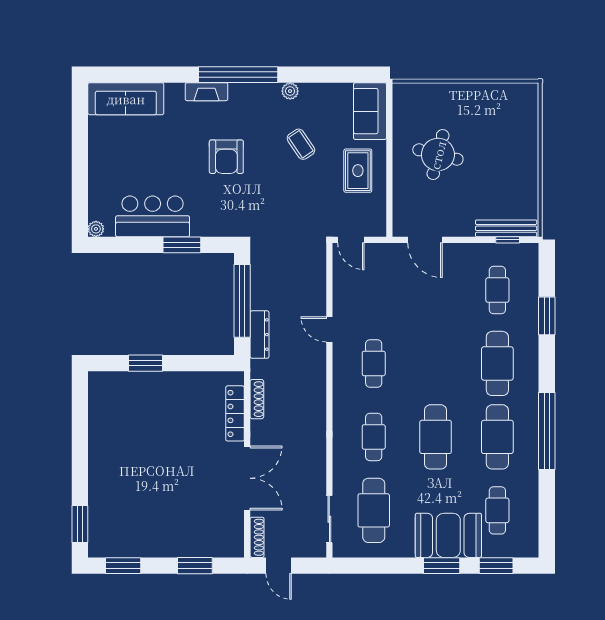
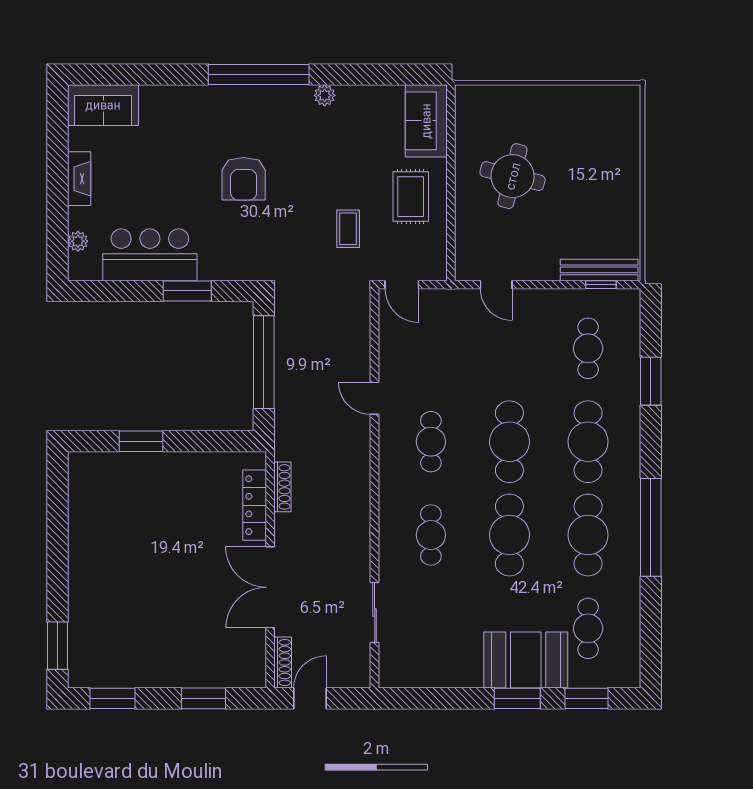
fireplace: (206, 92) -> (79, 179), moved, turned -90
sofa: (126, 99) -> (103, 105), width x0.73
coffee table: (301, 144) -> (348, 229), moved, turned 34
plant: (96, 229) -> (78, 241), moved
door: (425, 240) -> (496, 285), width x0.73
dresser: (260, 335) -> (286, 405), removed
double door: (247, 478) -> (270, 587), swing flipped
cafe table: (374, 510) -> (509, 442), moved
sliding door: (329, 519) -> (375, 613), moved
door: (279, 566) -> (310, 698), swing flipped

